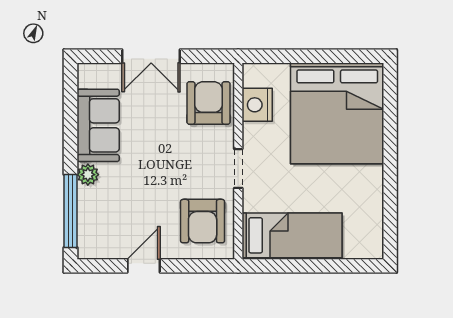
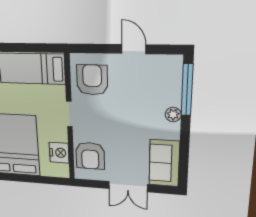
double door: (151, 56) -> (128, 187), swing flipped
sofa: (98, 125) -> (164, 163), moved
door: (144, 266) -> (134, 49), swing flipped

